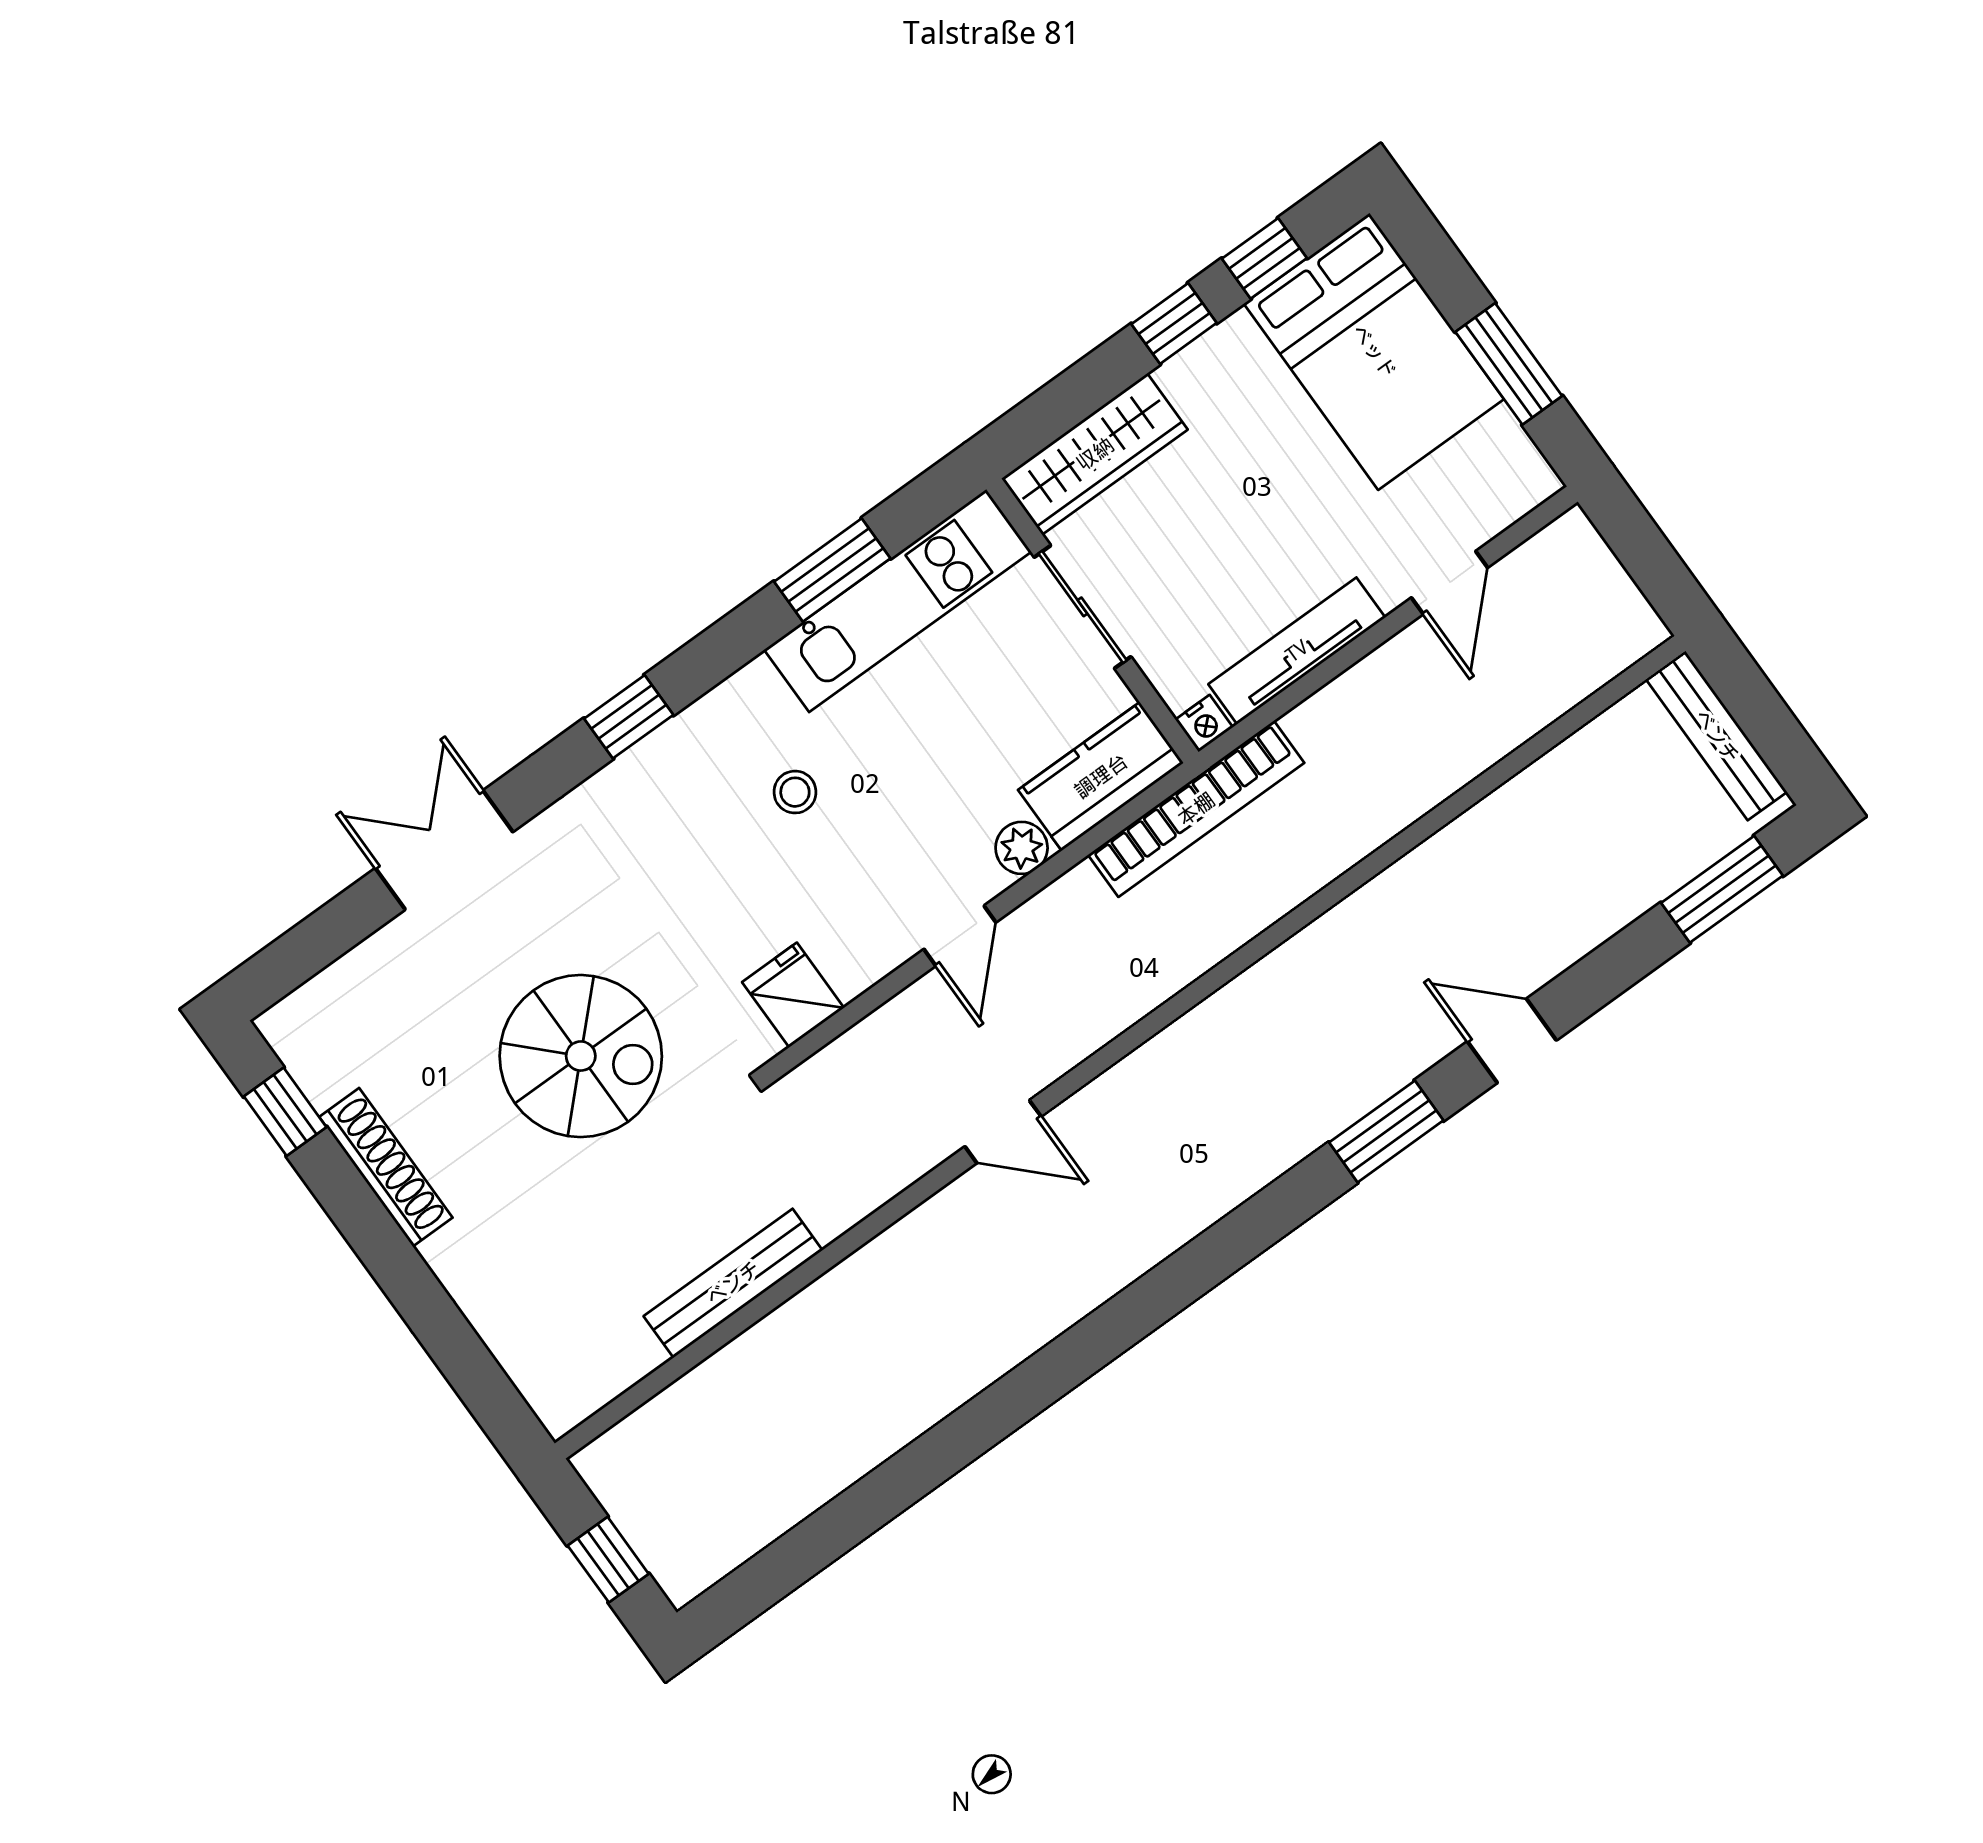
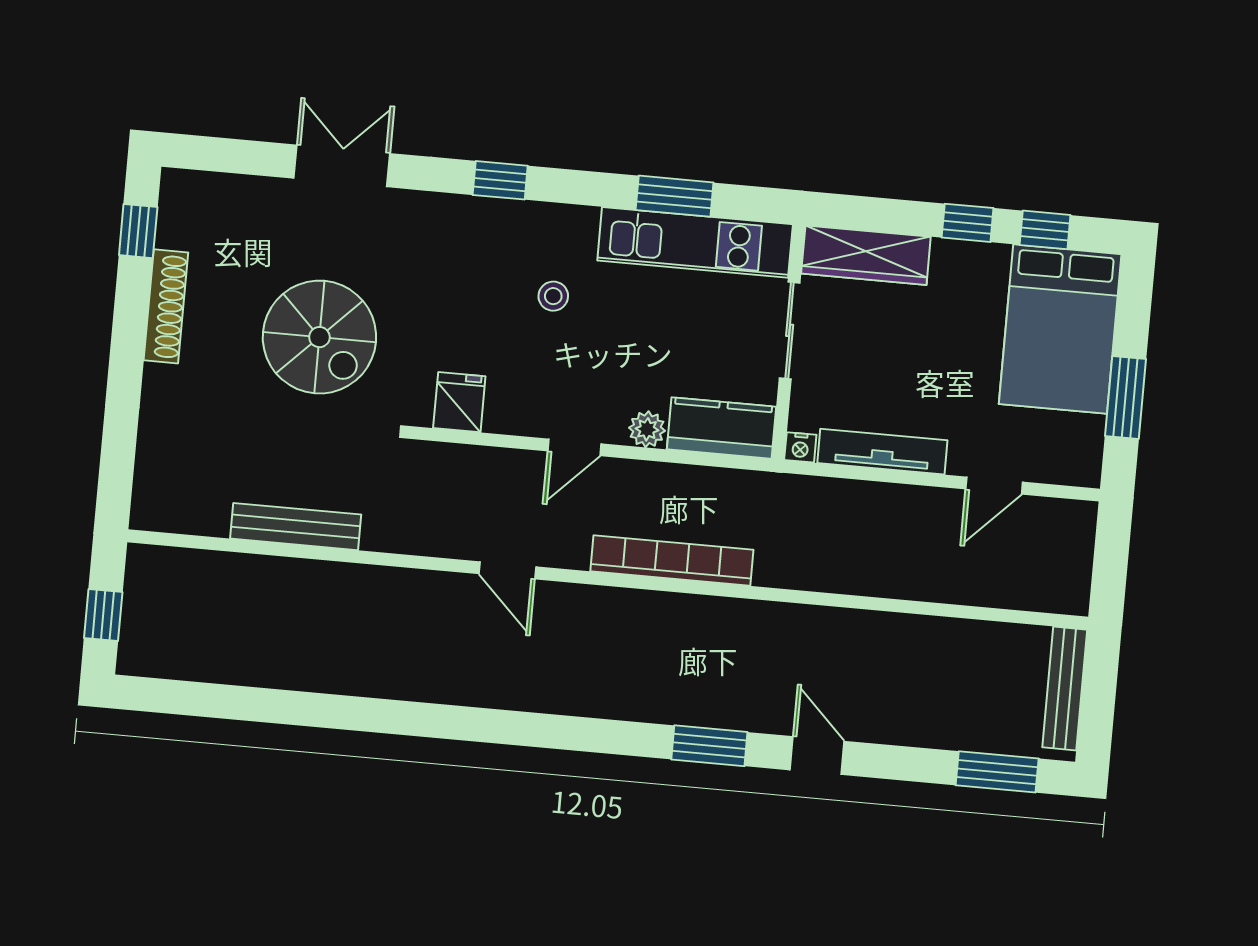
bookcase: (1196, 809) -> (672, 561), moved, turned 180

